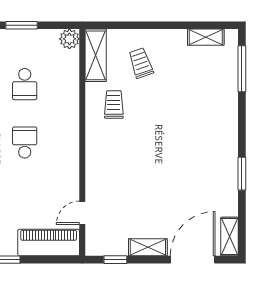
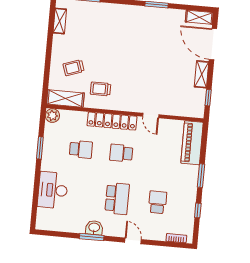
locker: (69, 125) -> (112, 121), added
door: (82, 213) -> (151, 116), moved

